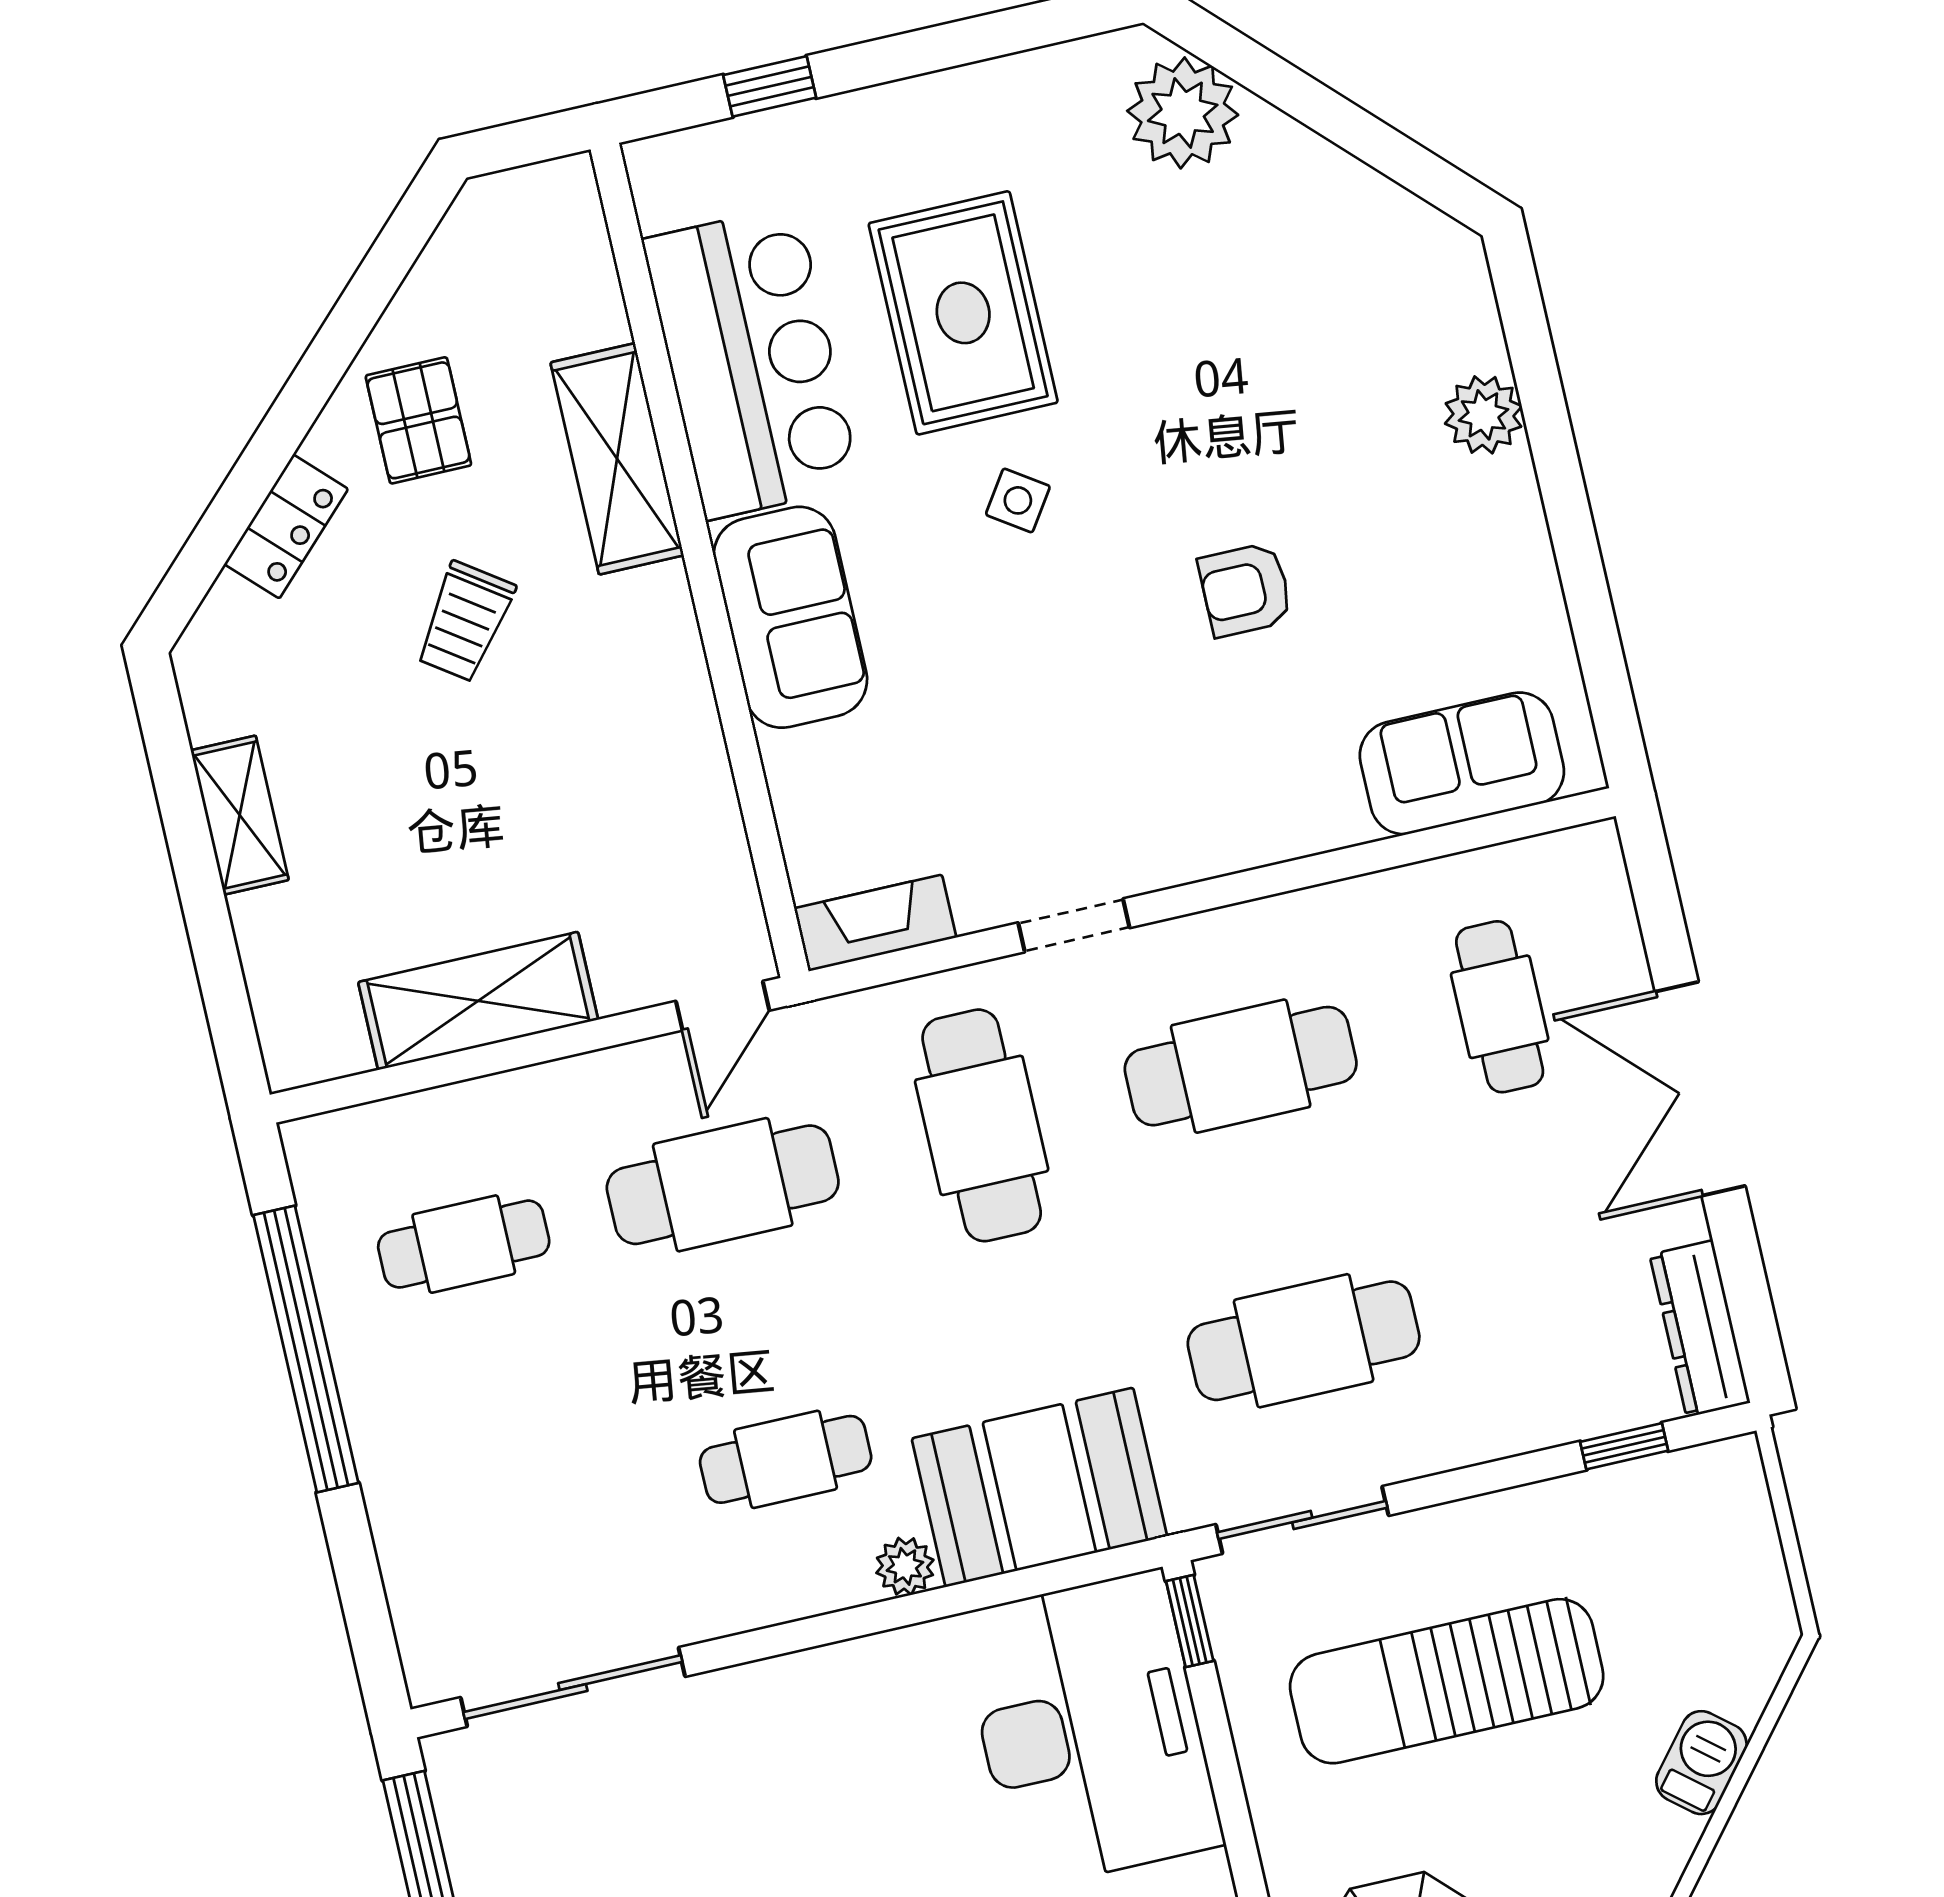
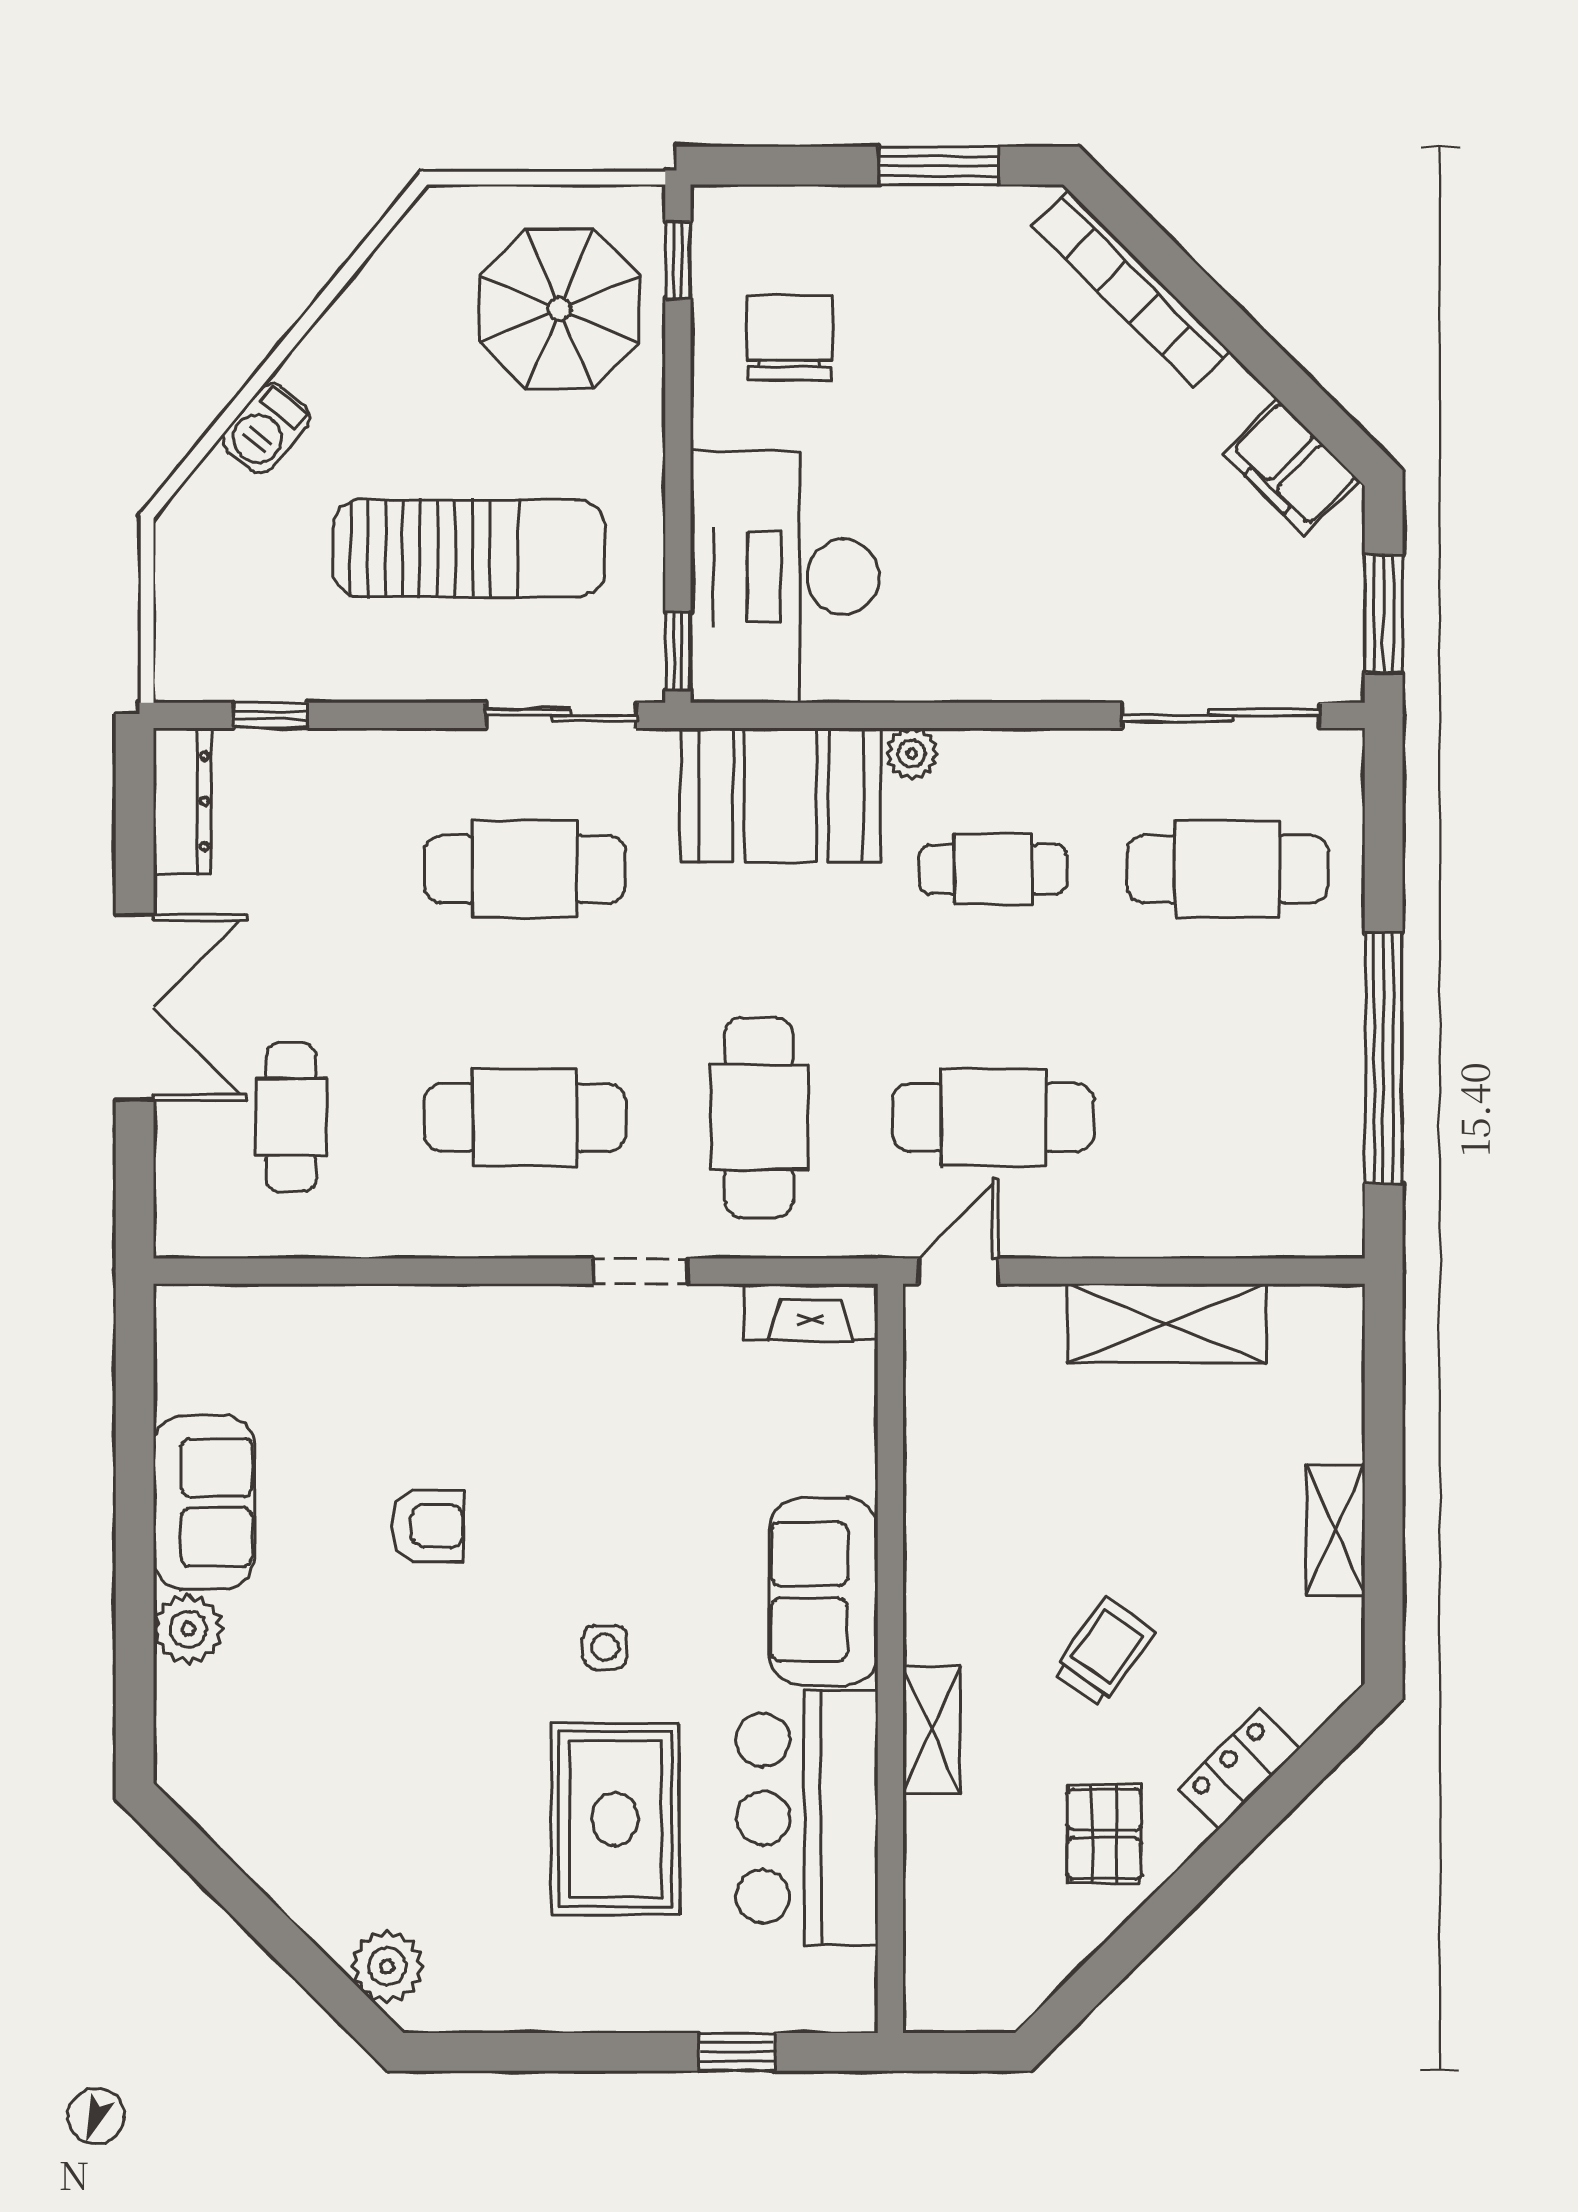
plant: (1183, 113) -> (387, 1966), width x0.73, depth x0.73
shelving: (617, 459) -> (932, 1730), width x0.67, depth x0.75
side table: (1018, 500) -> (605, 1647), turned -34
sofa: (1462, 763) -> (204, 1502), moved, turned -90
cafe table: (464, 1244) -> (1227, 869), moved, width x1.37, depth x1.35

